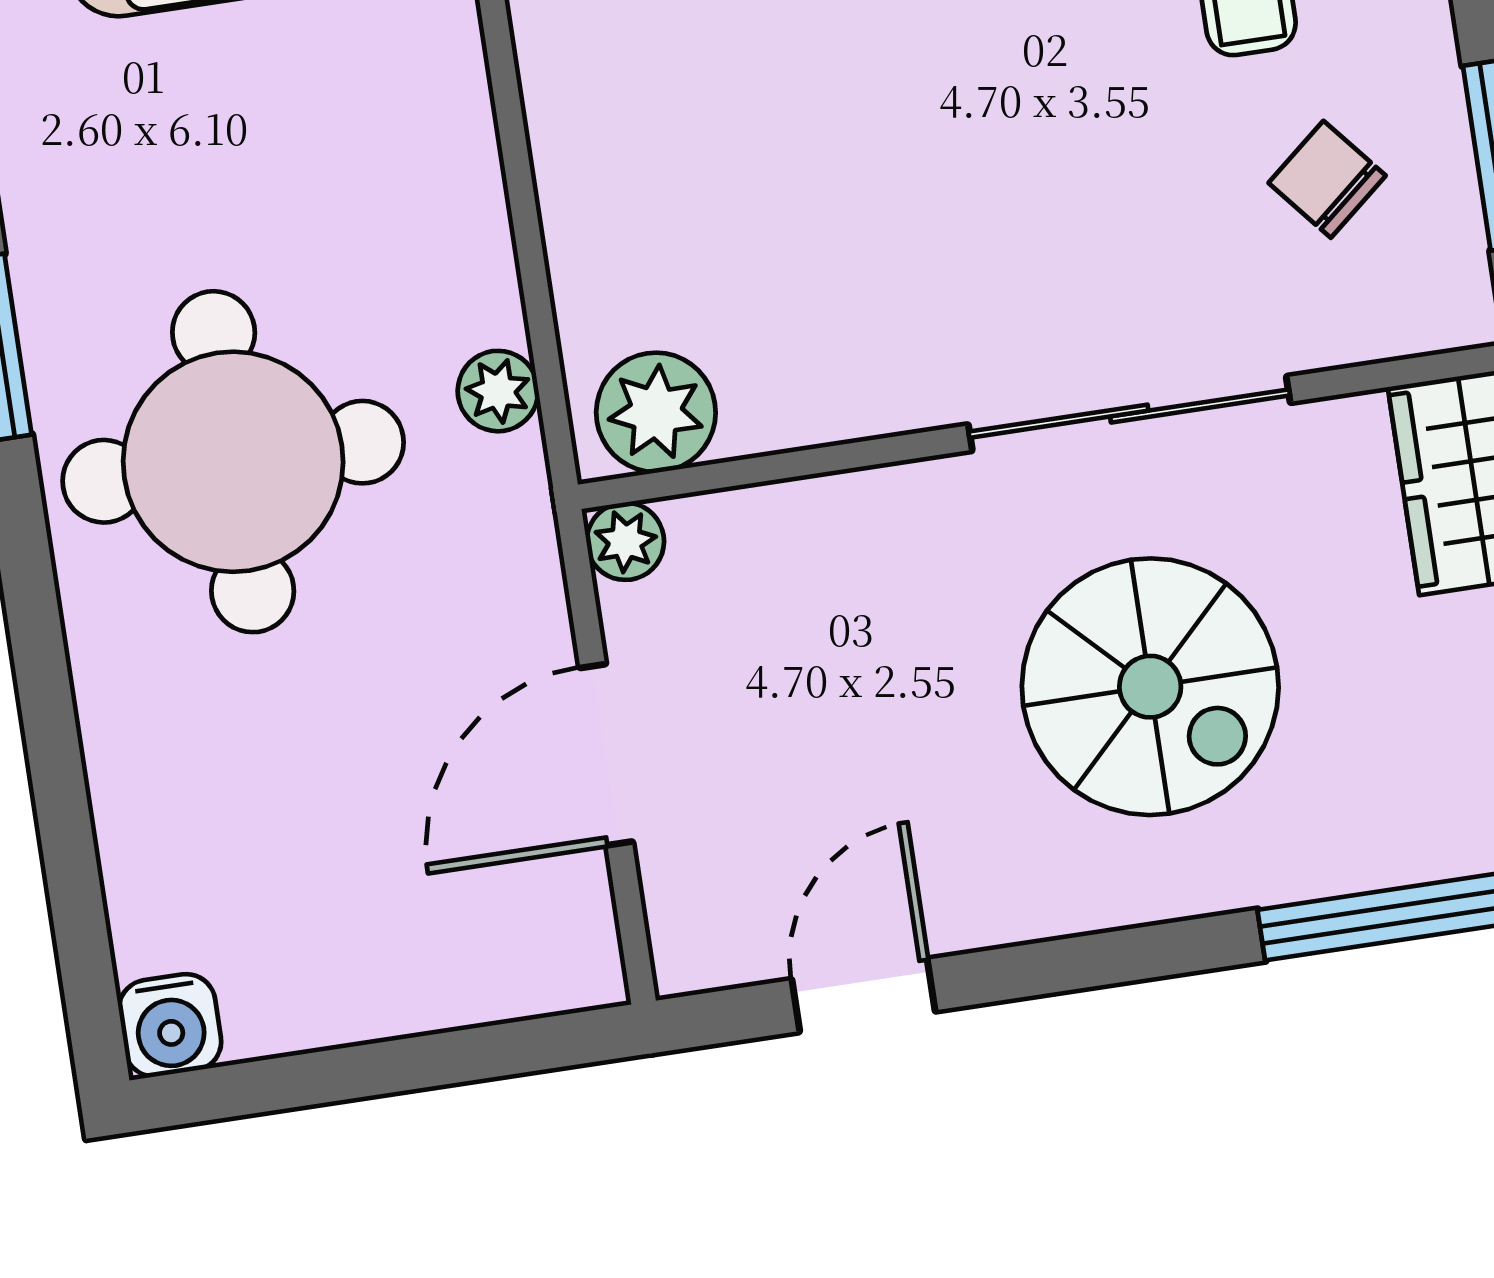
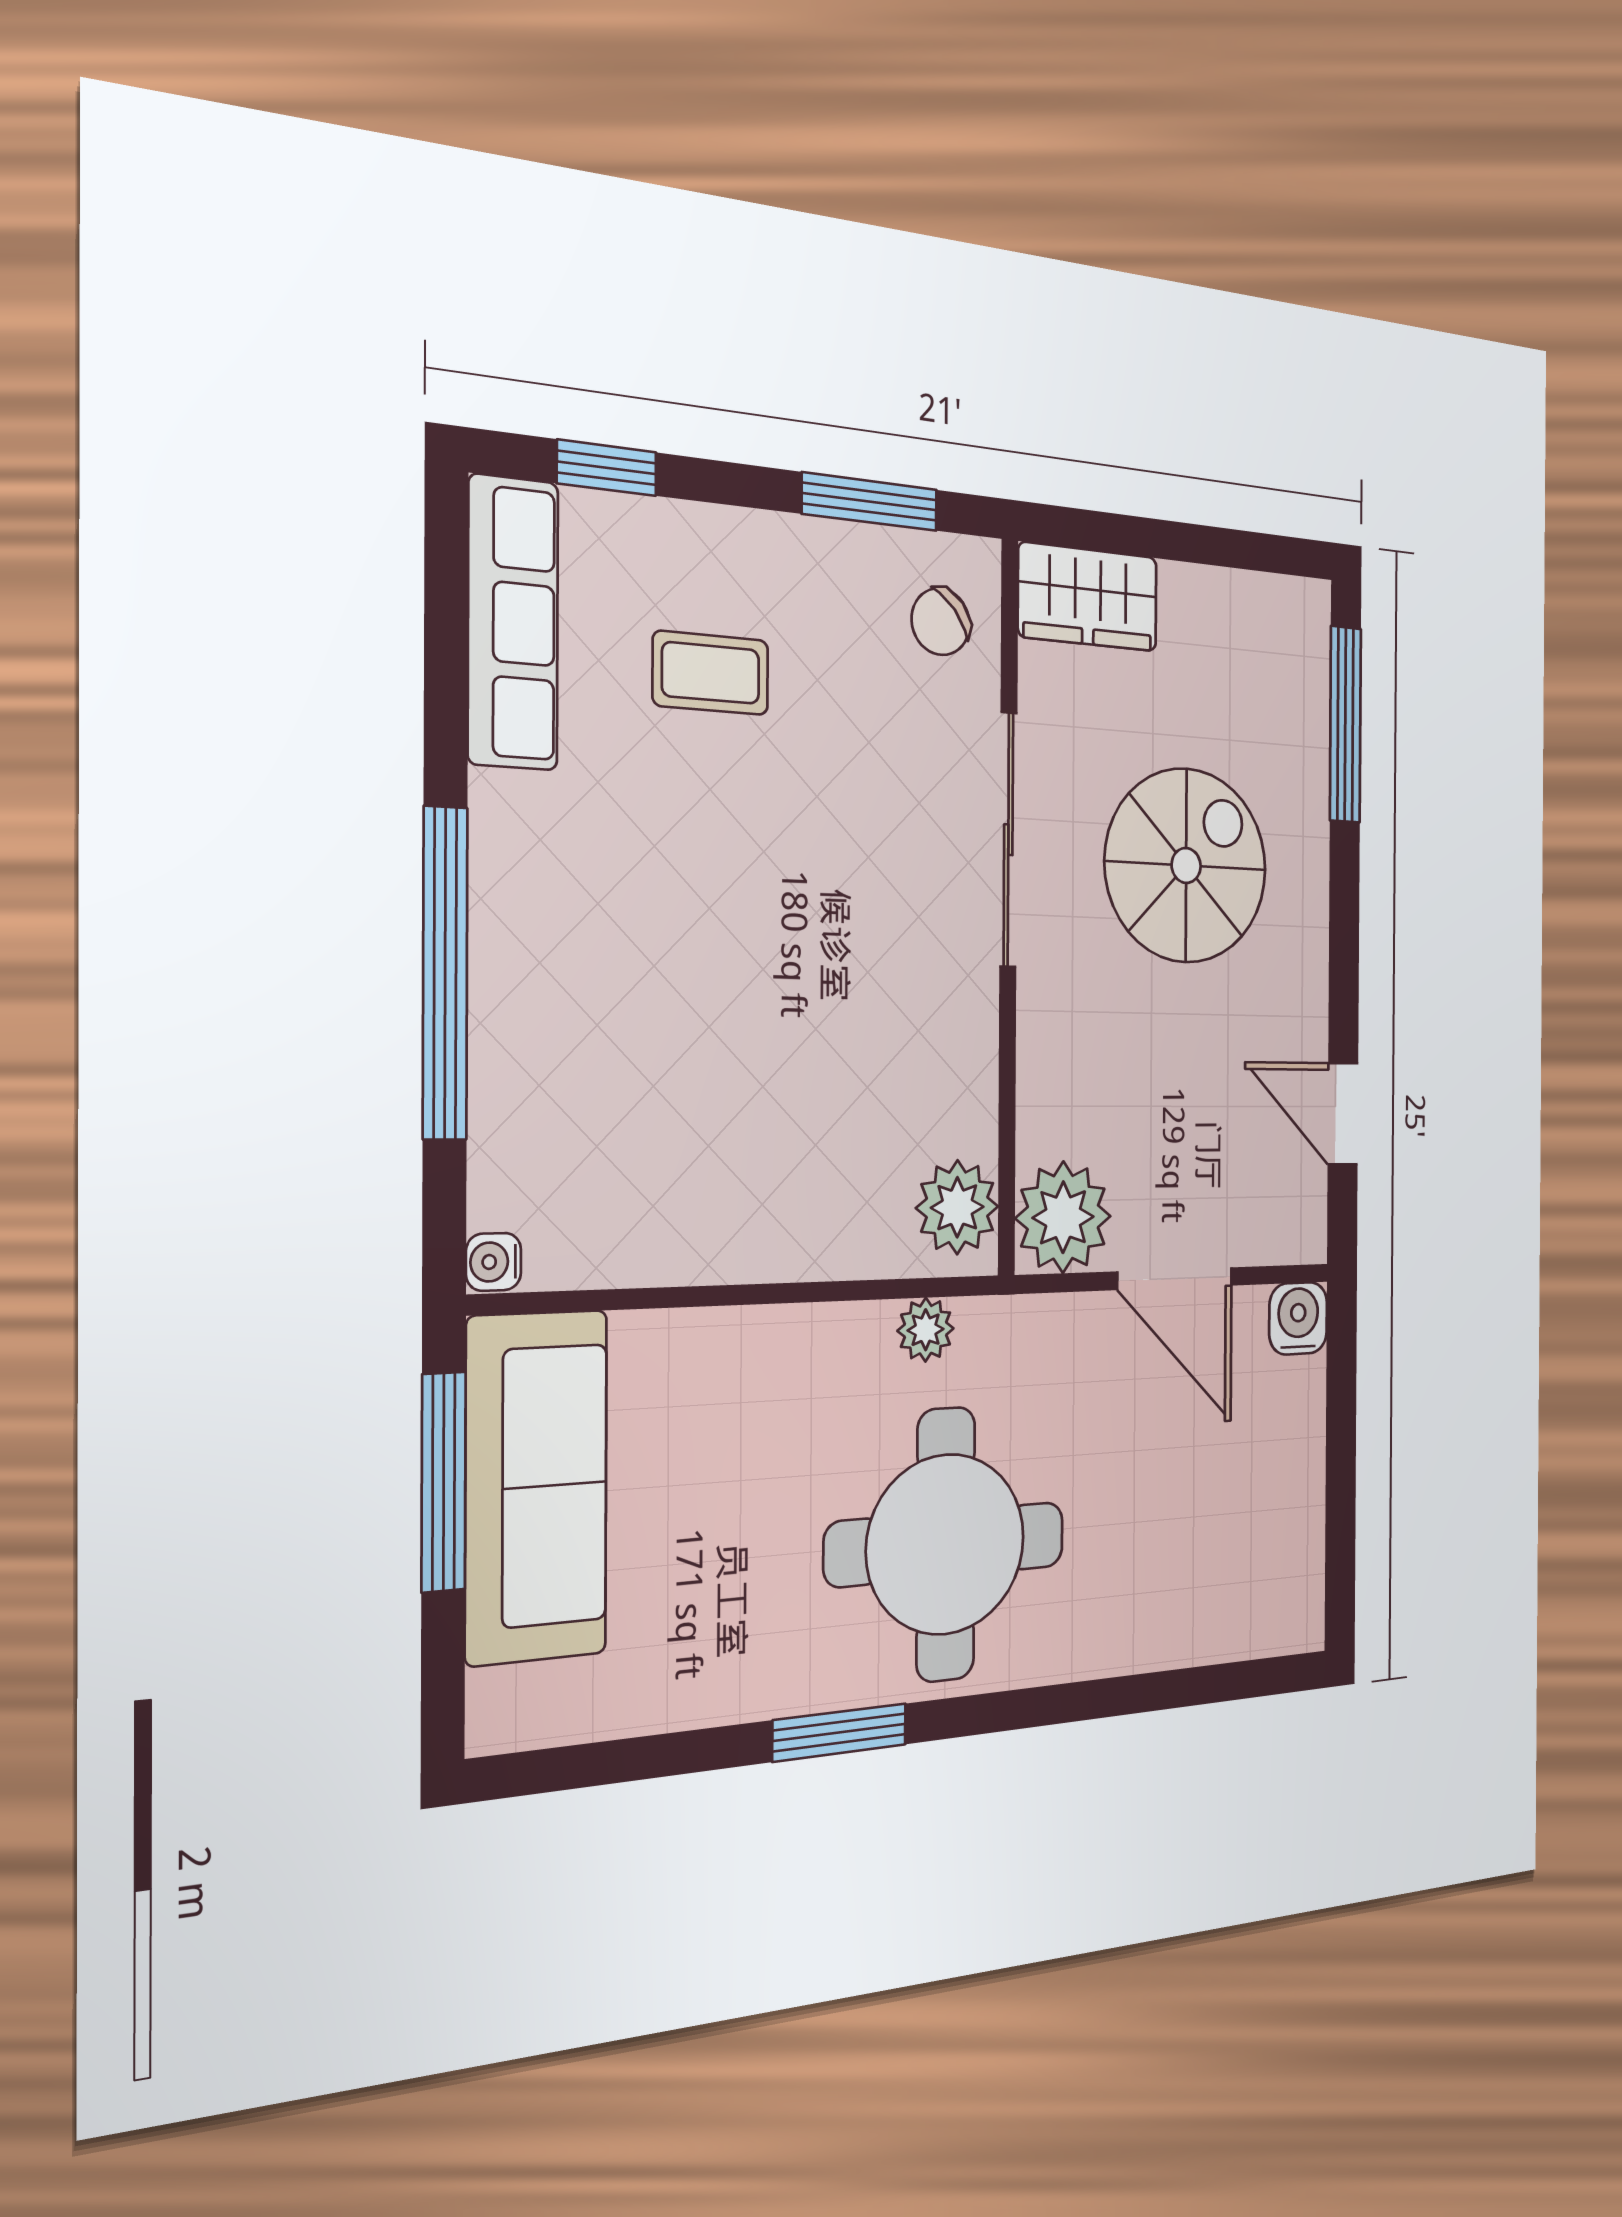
chair: (1327, 179) -> (941, 622), moved
plant: (625, 541) -> (1063, 1217), width x1.88, depth x1.88
water cooler: (170, 1025) -> (1298, 1318), moved, turned -90

